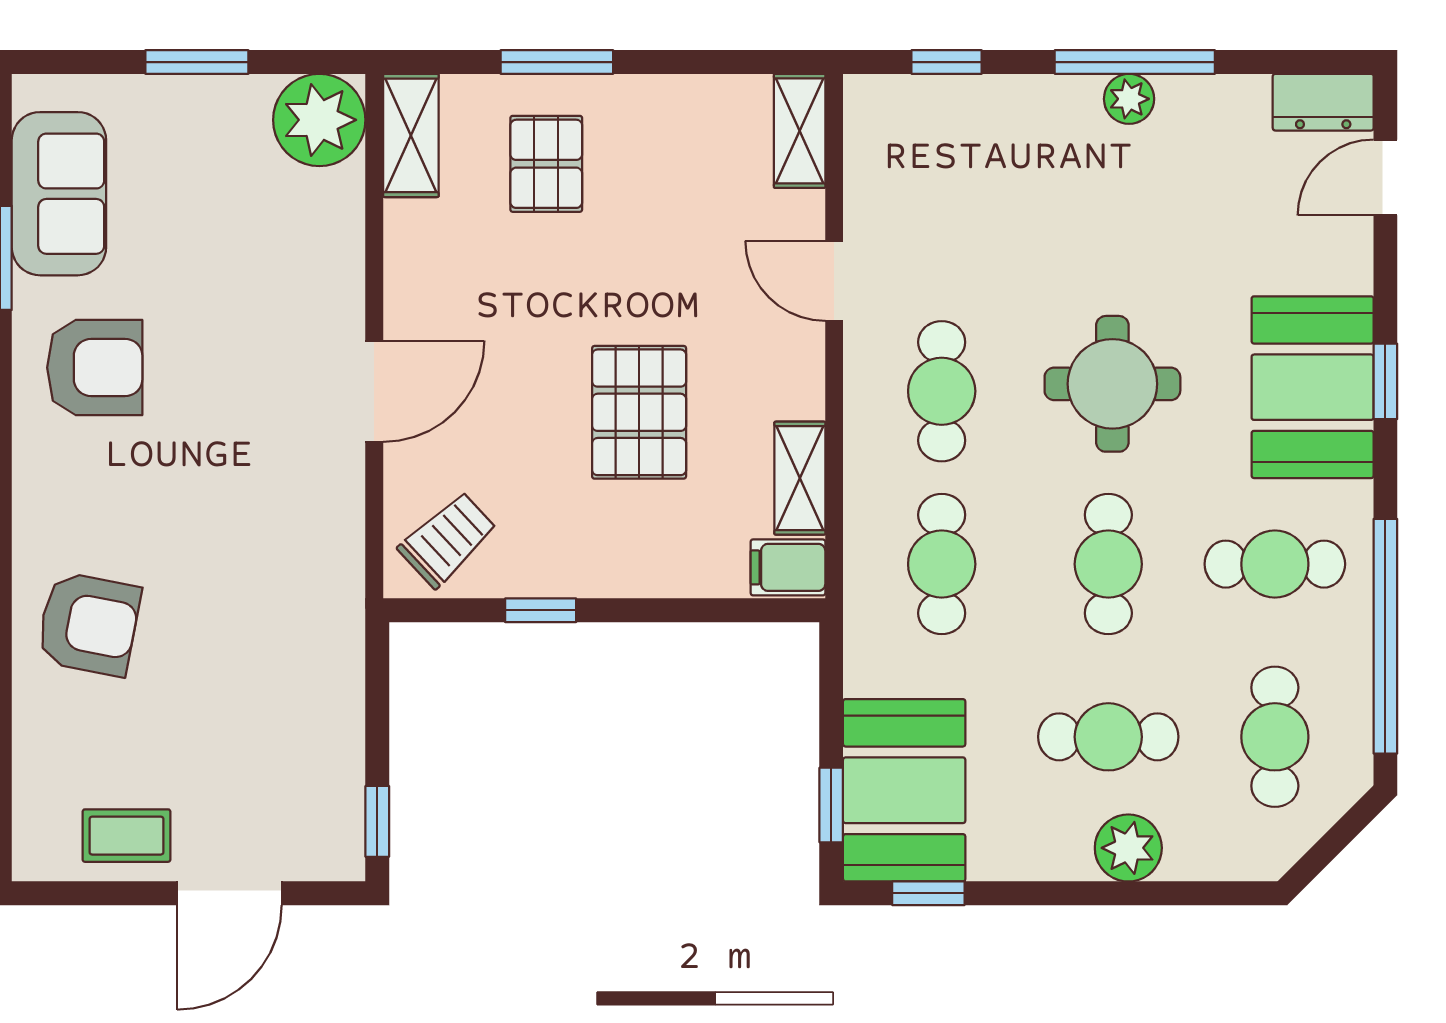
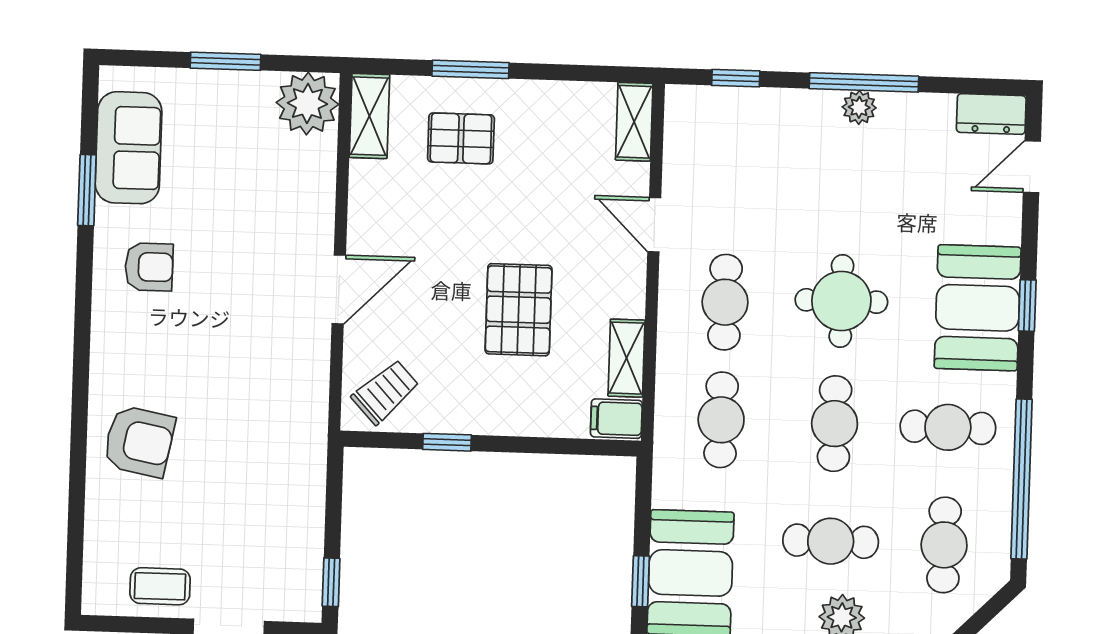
pallet: (546, 164) -> (461, 138), turned 90
armchair: (95, 368) -> (149, 267), width x0.72, depth x0.72

